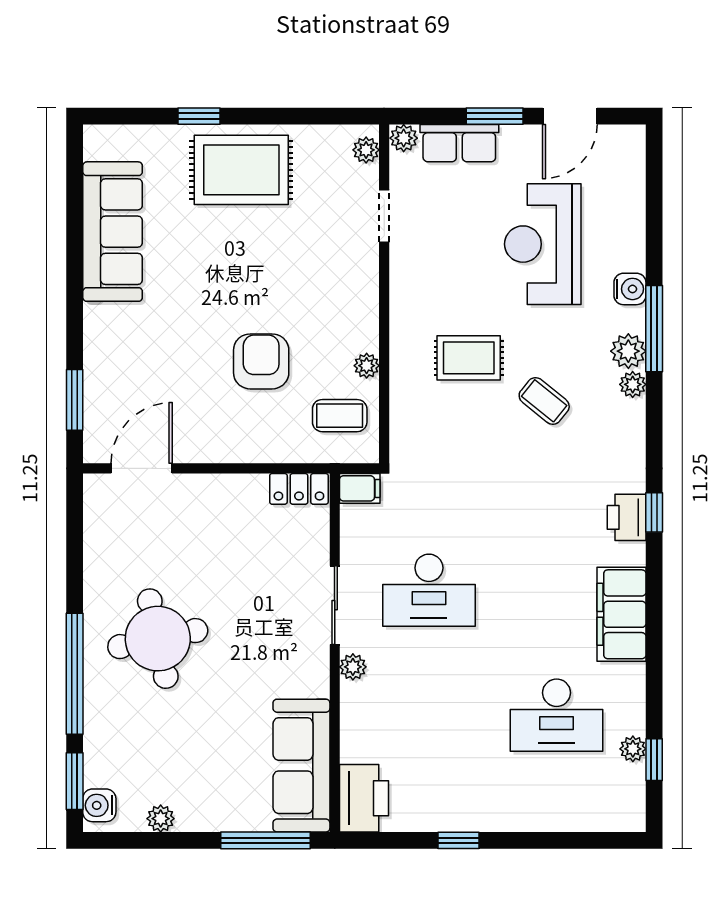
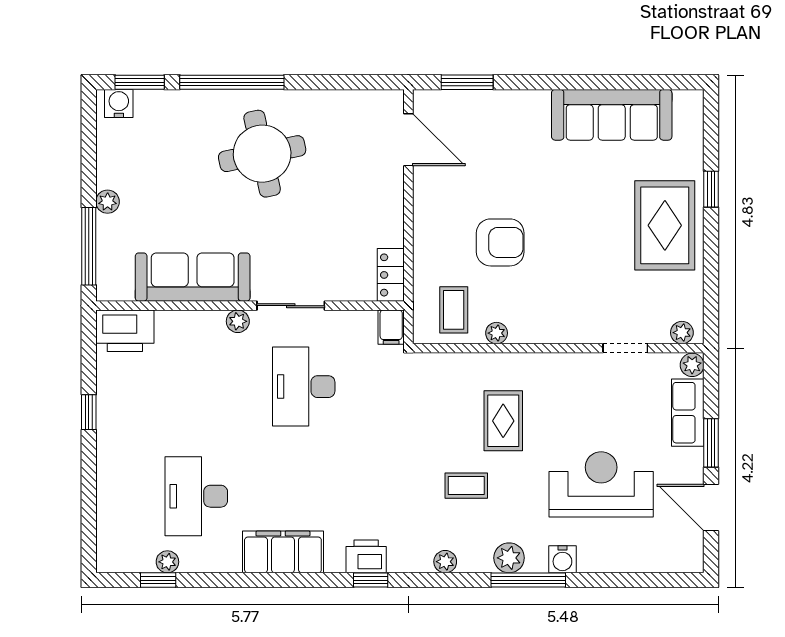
plant: (633, 384) -> (445, 562), moved
coffee table: (544, 401) -> (466, 486), turned 51
sofa: (301, 766) -> (193, 277), moved
plant: (161, 819) -> (108, 202), moved

